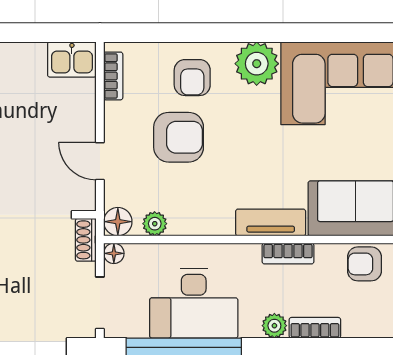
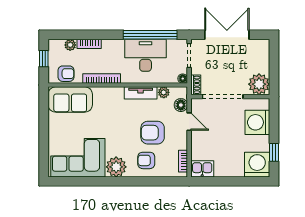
armchair: (192, 78) -> (146, 160), turned -90
floor lamp: (118, 222) -> (181, 105), moved
tv unit: (271, 222) -> (141, 93), moved
bookcase: (288, 254) -> (102, 78), width x1.56
plant: (274, 326) -> (70, 45), moved

